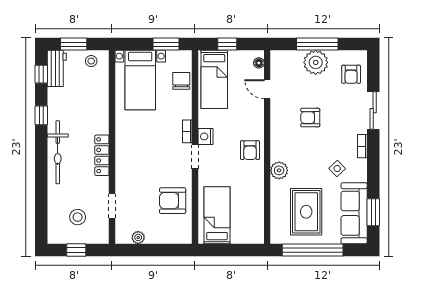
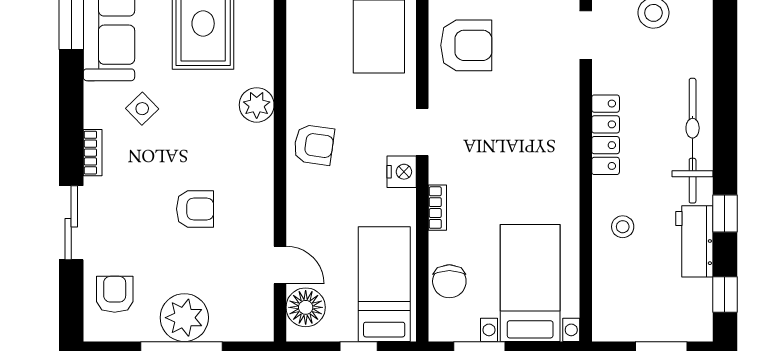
stool: (91, 61) -> (623, 227), moved
floor lamp: (259, 63) -> (306, 307), width x1.89, depth x1.89
workbench: (57, 68) -> (694, 241), moved
bookcase: (187, 131) -> (437, 208), moved
armchair: (250, 150) -> (314, 145), turned 98

